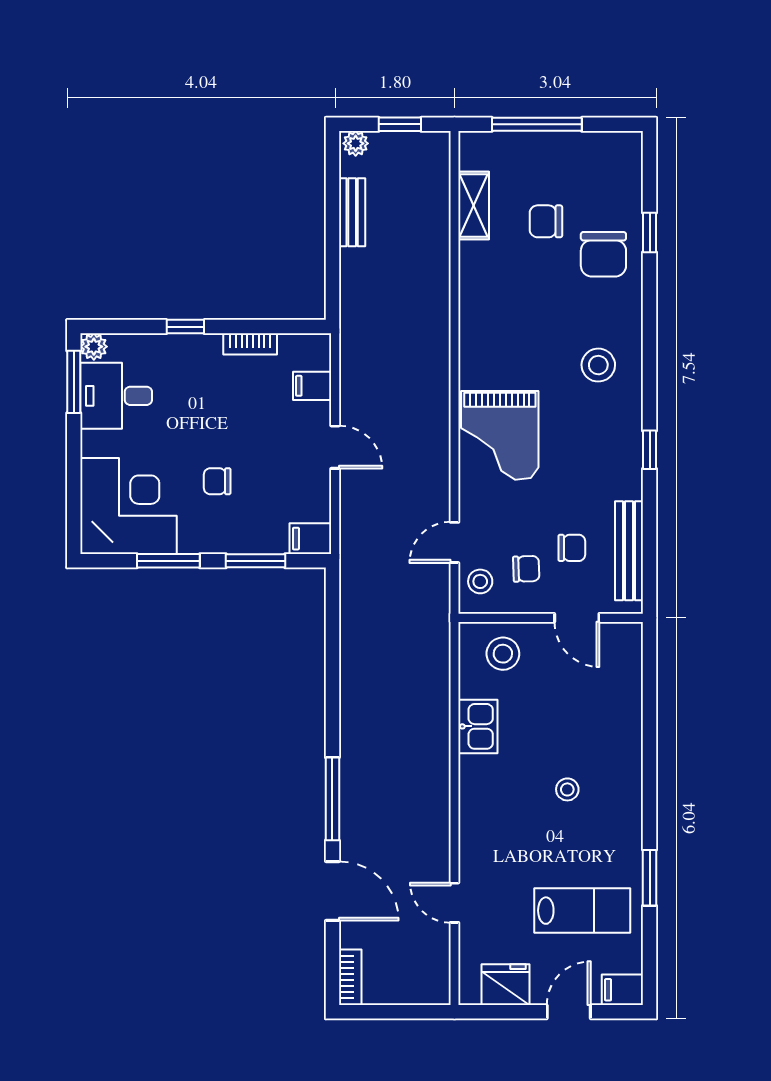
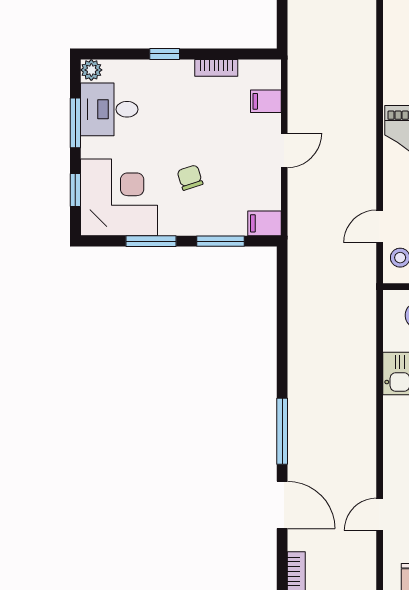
window: (74, 382) -> (75, 123), moved
door: (335, 447) -> (284, 150), hinge flipped
chair: (217, 481) -> (190, 178), turned 72
window: (74, 497) -> (75, 190), added
door: (454, 903) -> (380, 514), hinge flipped

